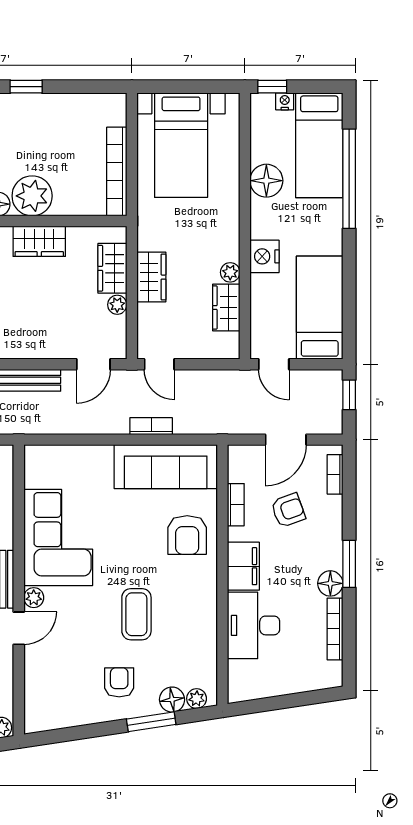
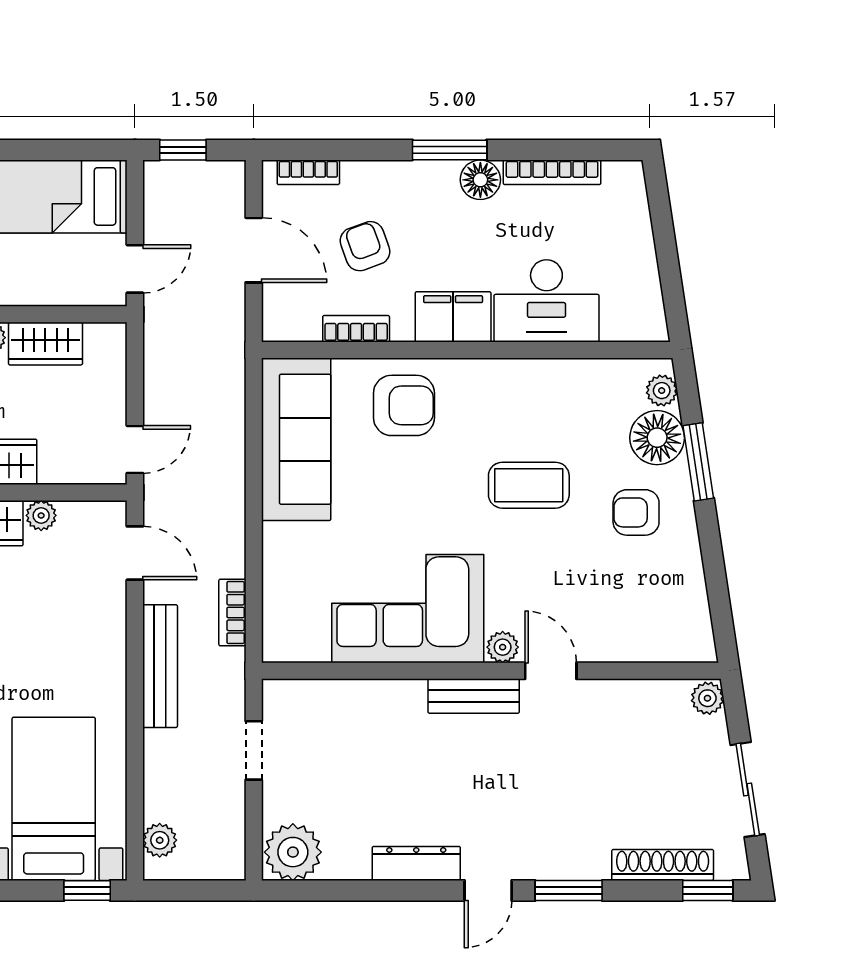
bookcase: (151, 426) -> (232, 613), moved
floor lamp: (172, 700) -> (657, 438), width x1.38, depth x1.38

